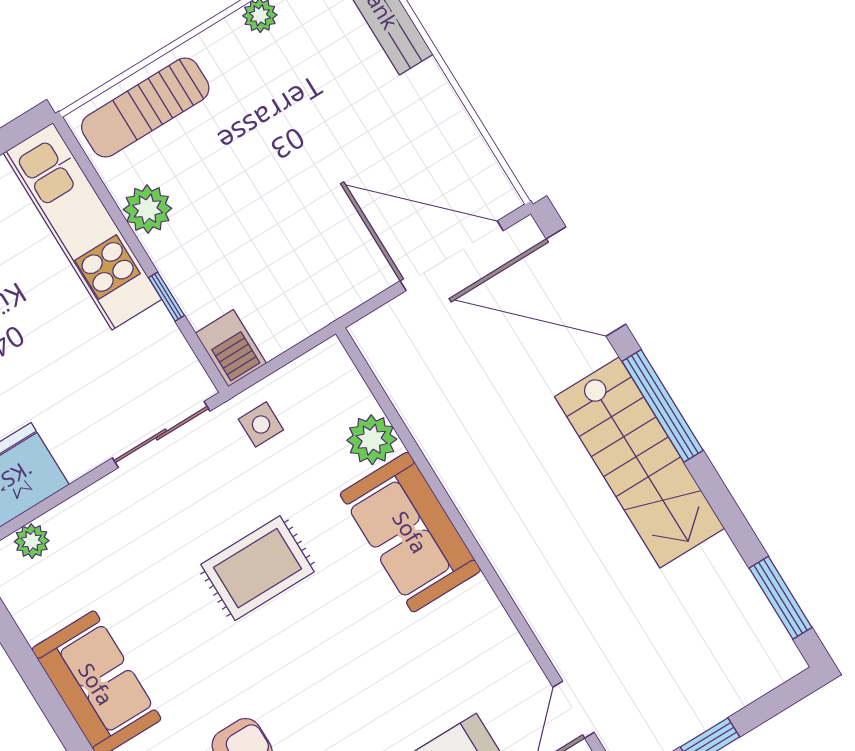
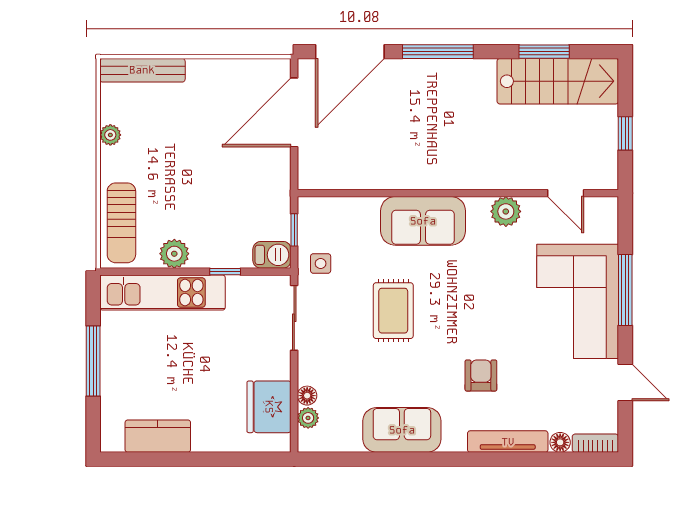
window: (286, 358) -> (294, 230), added
plant: (372, 440) -> (506, 211), moved
stairs: (640, 463) -> (558, 81), moved
floor lamp: (62, 520) -> (307, 396), added
window: (781, 598) -> (544, 52), moved

